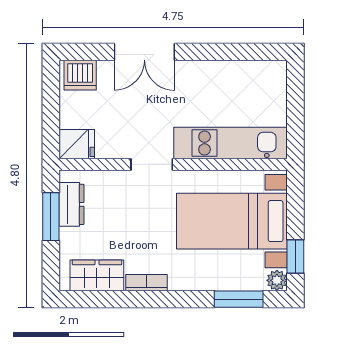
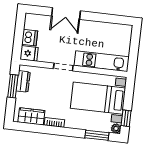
dishwasher: (80, 75) -> (30, 38), moved, turned -90

